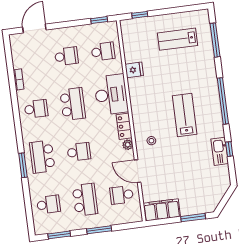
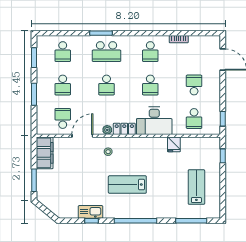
school desk: (66, 56) -> (194, 85), turned 180
school desk: (73, 104) -> (150, 85), width x0.54
lab bench: (185, 115) -> (127, 185), turned 180
school desk: (42, 157) -> (107, 52), turned 180
school desk: (85, 200) -> (63, 85), width x0.54

